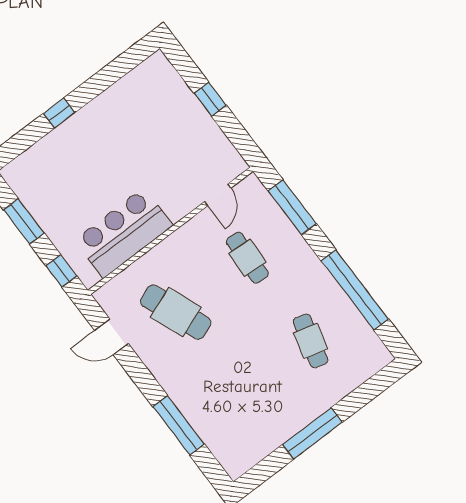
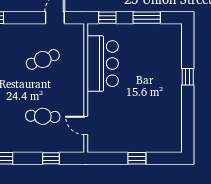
window: (292, 207) -> (51, 158), width x0.46
cafe table: (176, 312) -> (43, 59), width x0.73, depth x0.74

